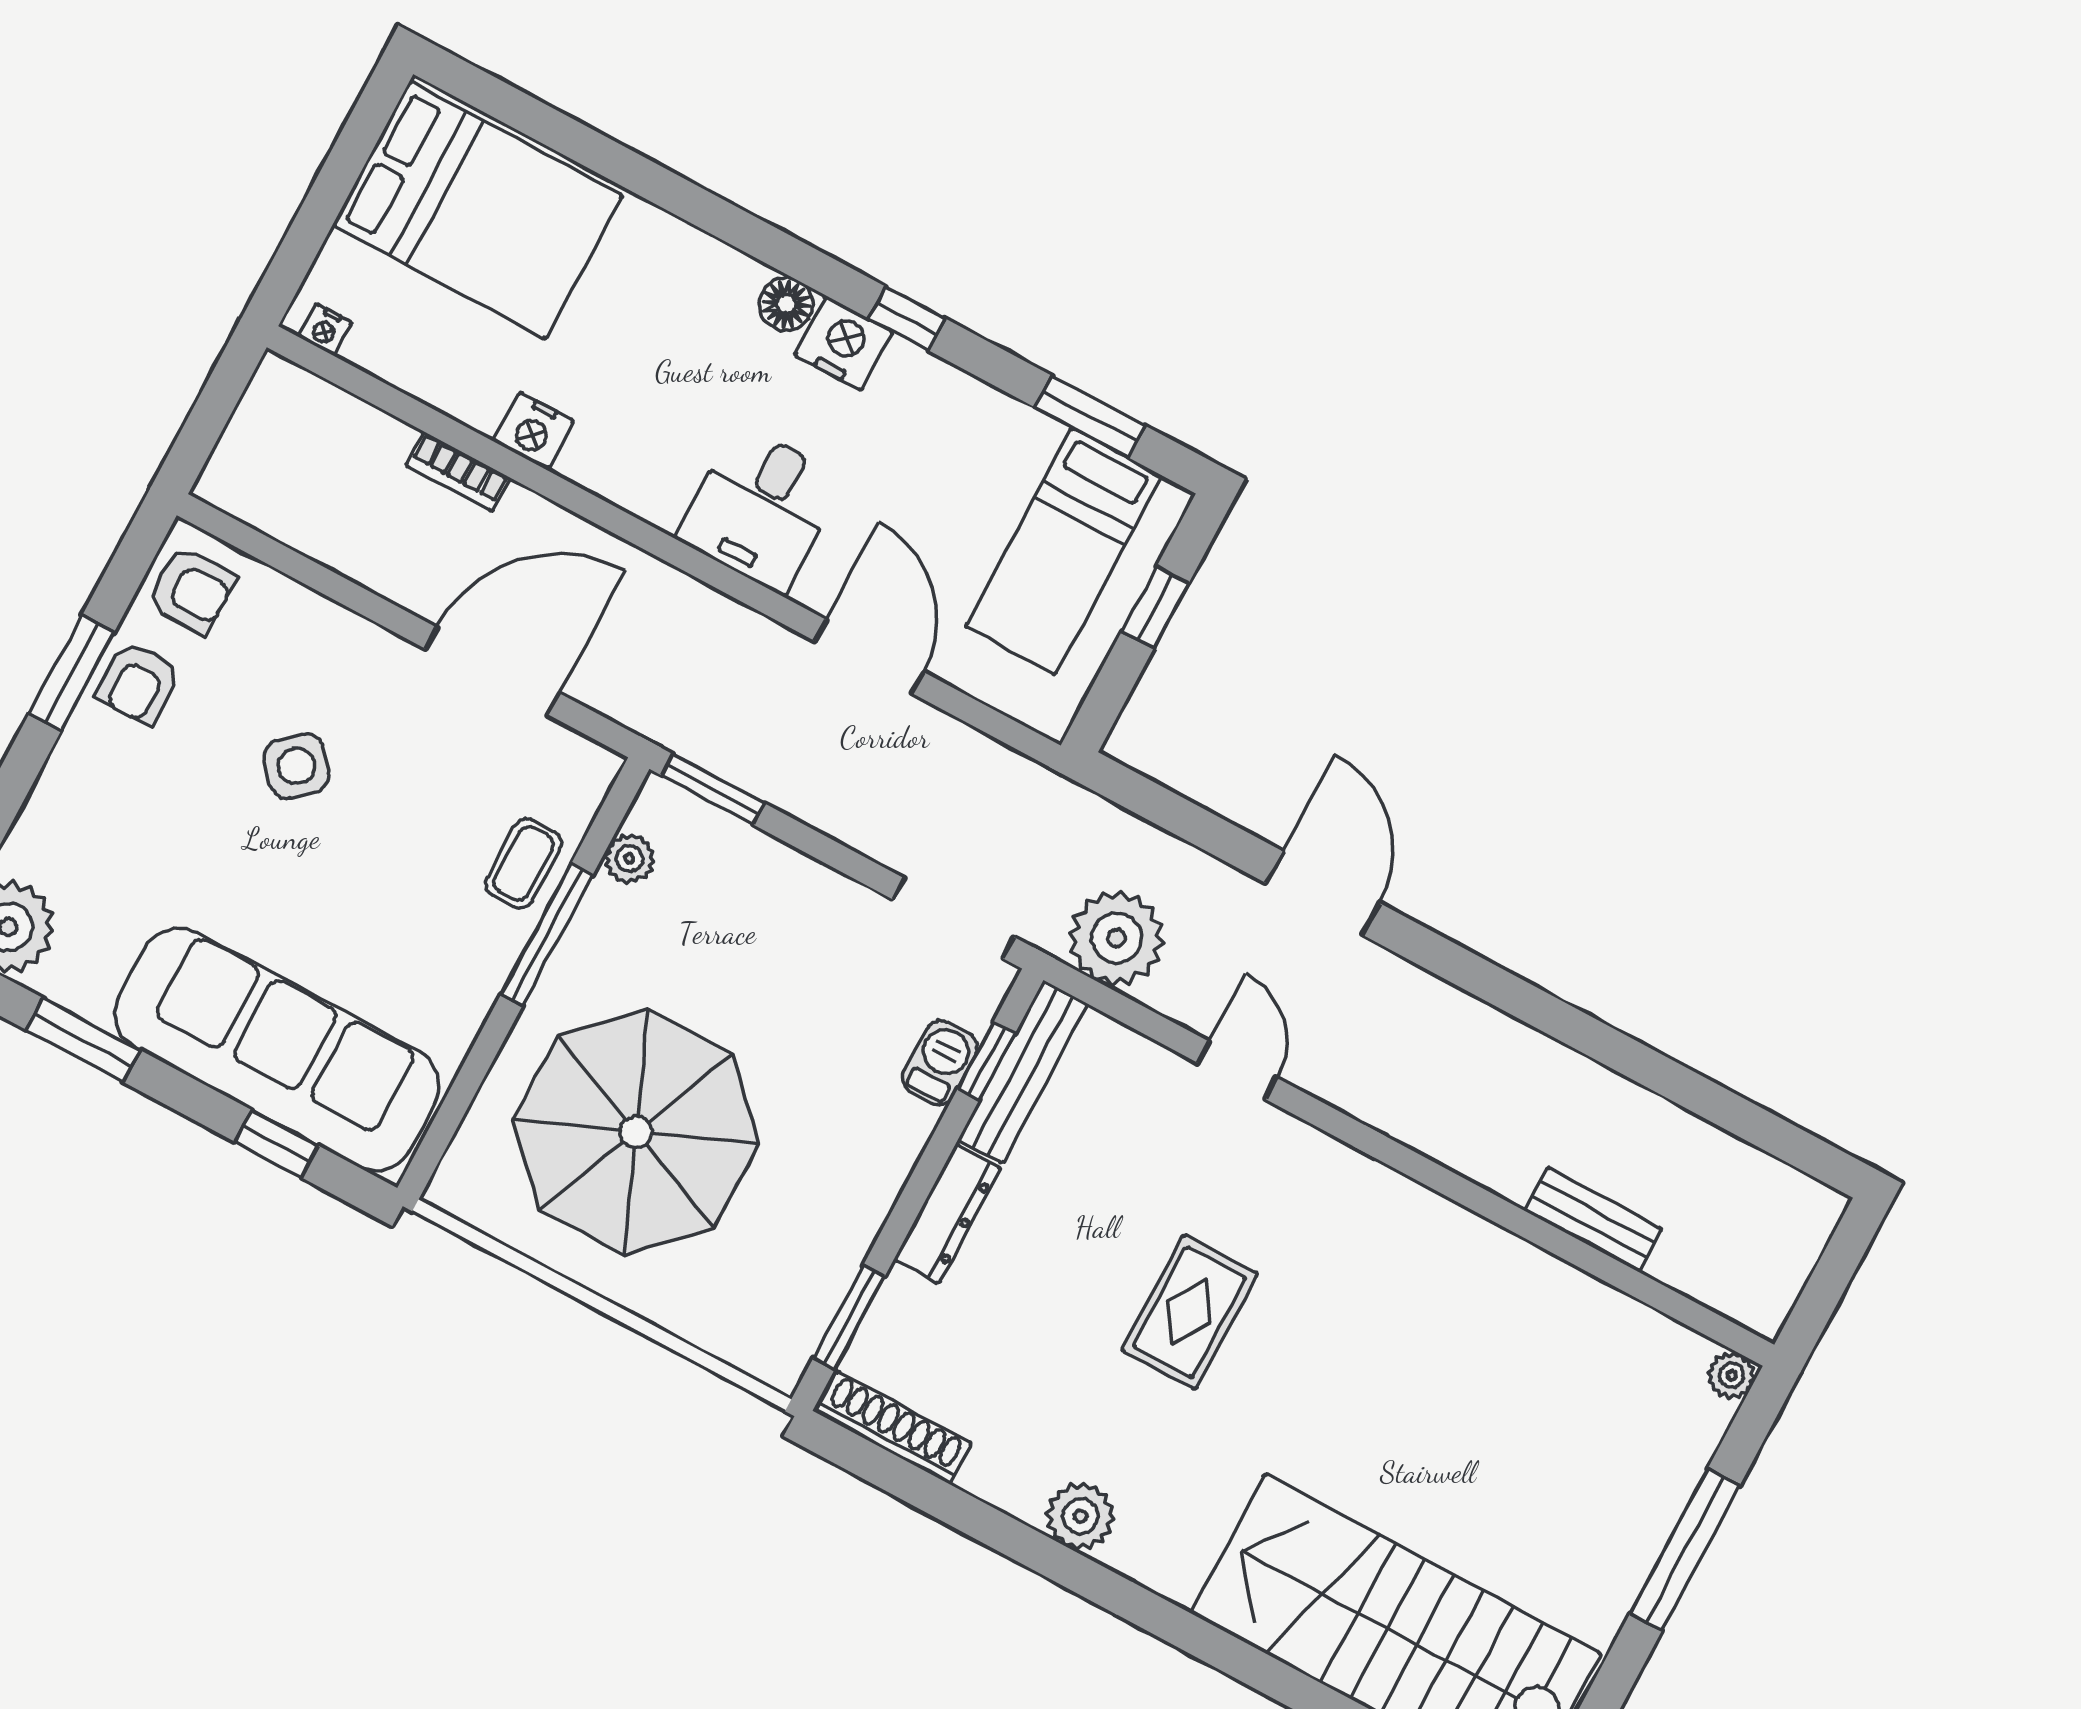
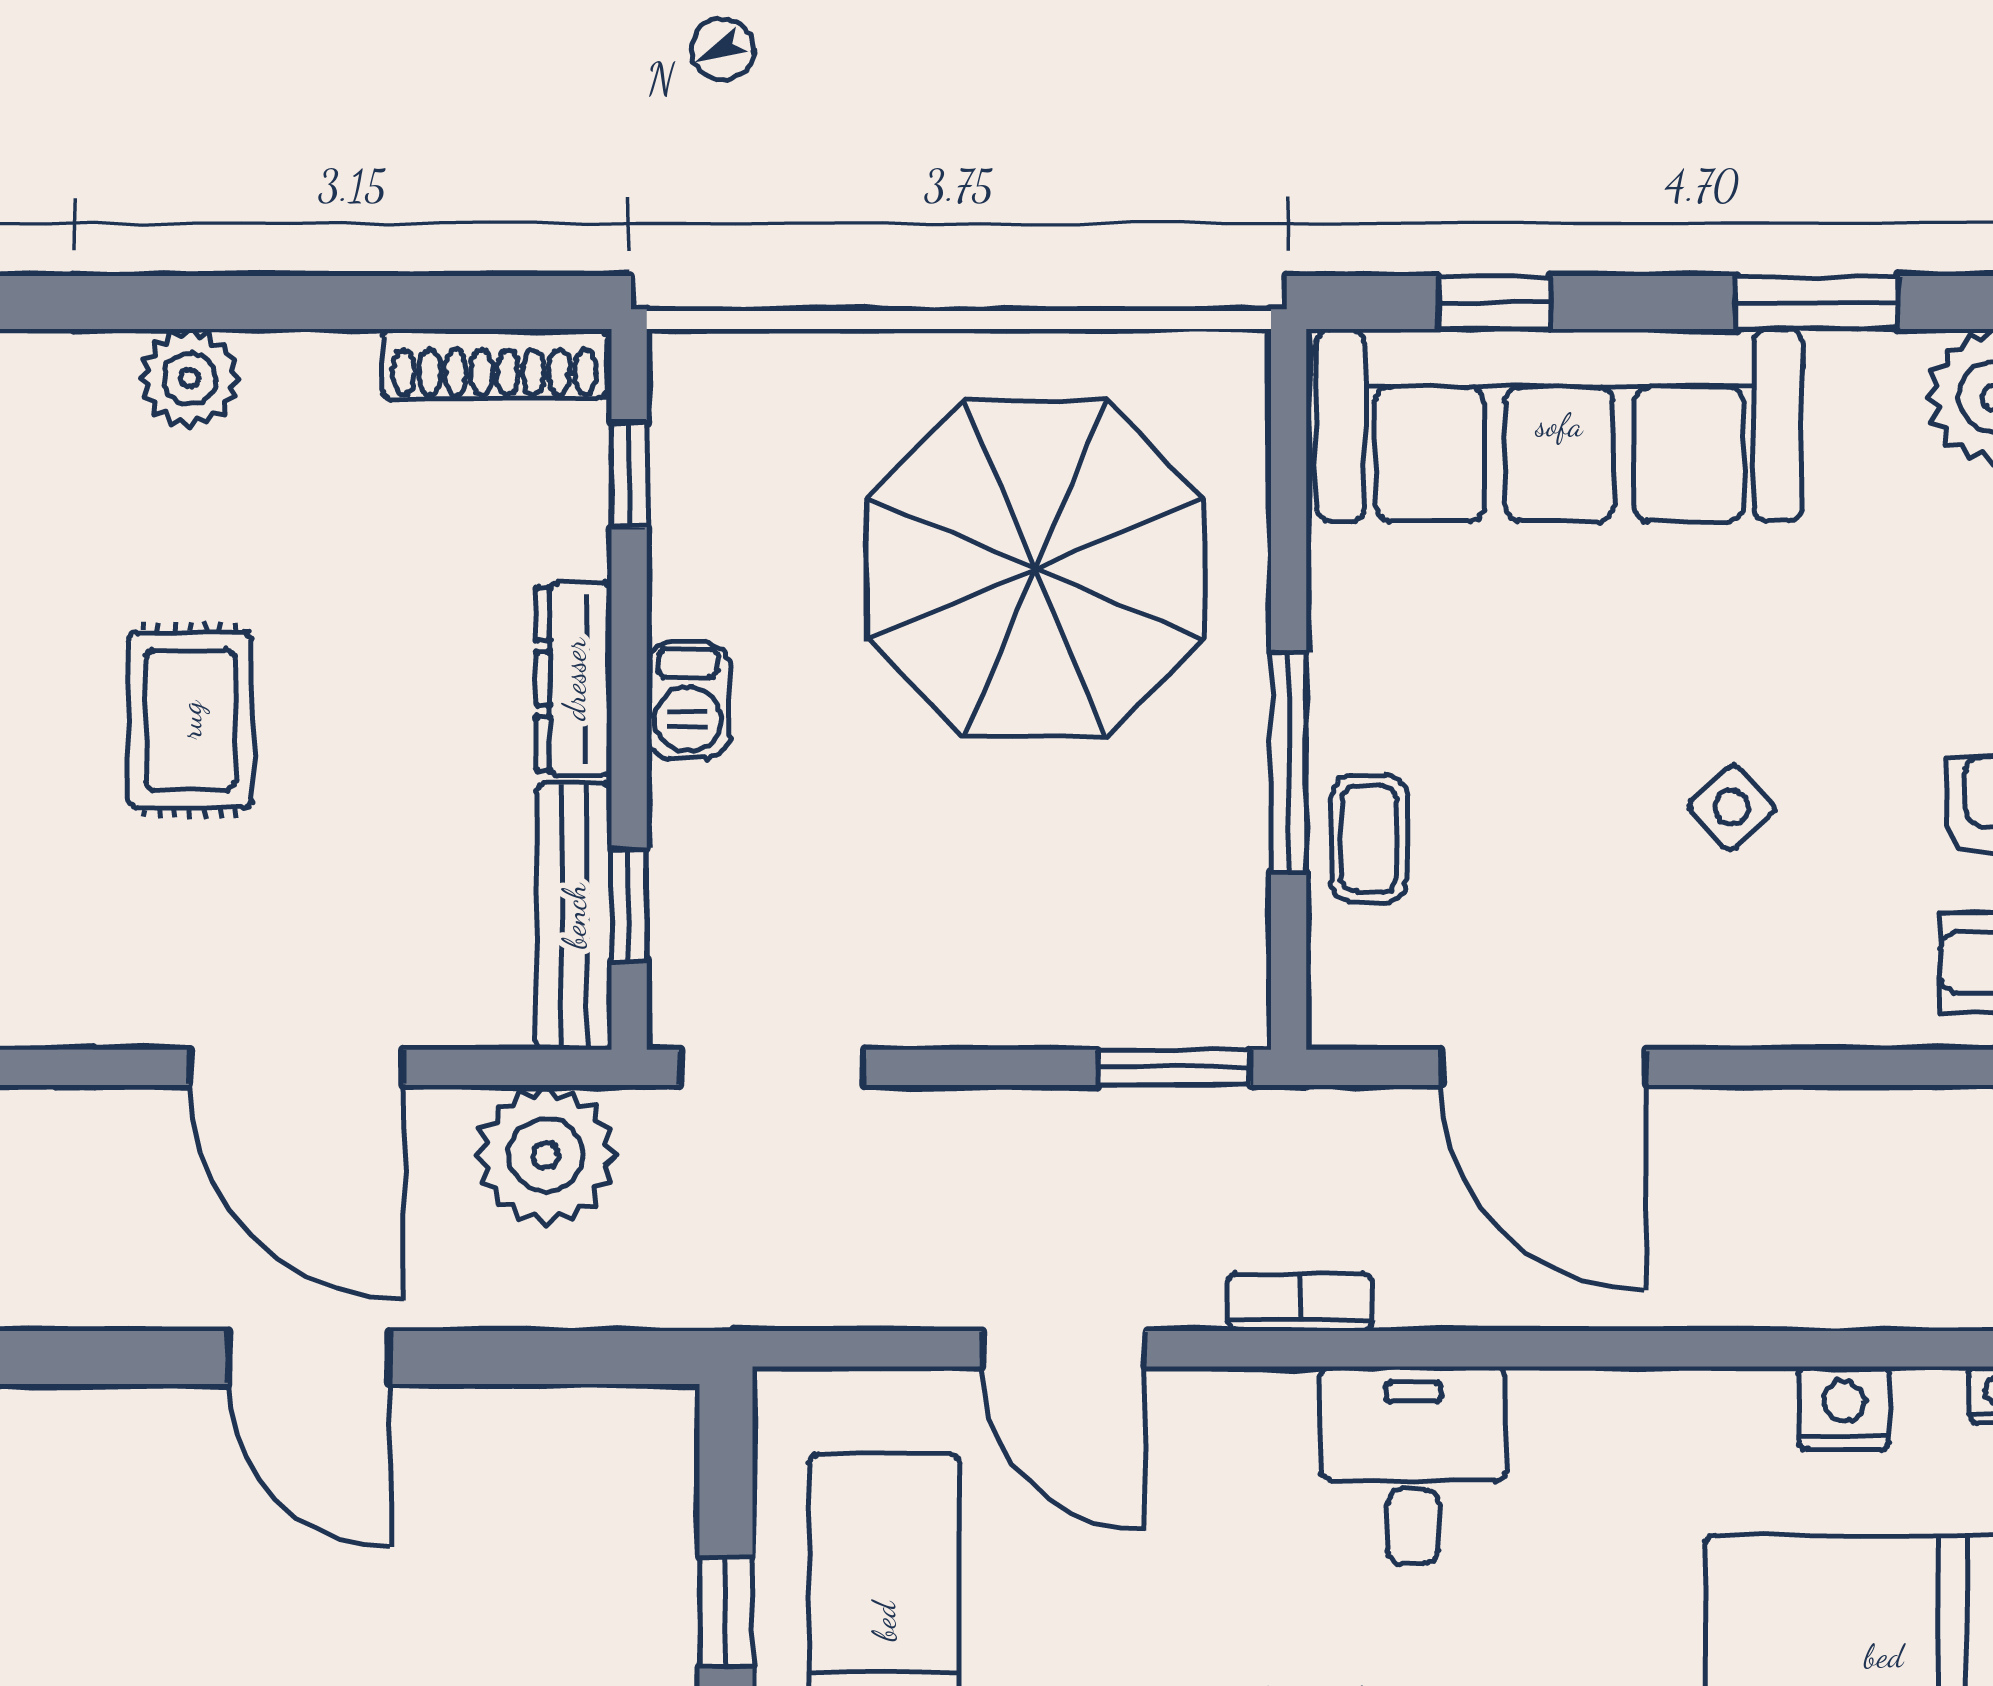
nightstand: (534, 431) -> (1844, 1408), moved
bookcase: (458, 472) -> (1300, 1302), moved
desk: (761, 509) -> (1413, 1465), moved
door: (492, 671) -> (1543, 1067), hinge flipped
side table: (296, 766) -> (1732, 807), width x0.73, depth x0.73
plant: (629, 859) -> (1234, 919), removed
barbecue: (940, 1063) -> (688, 701), moved
door: (1238, 1071) -> (296, 1067), width x1.88
window: (849, 1317) -> (629, 475), width x0.67

